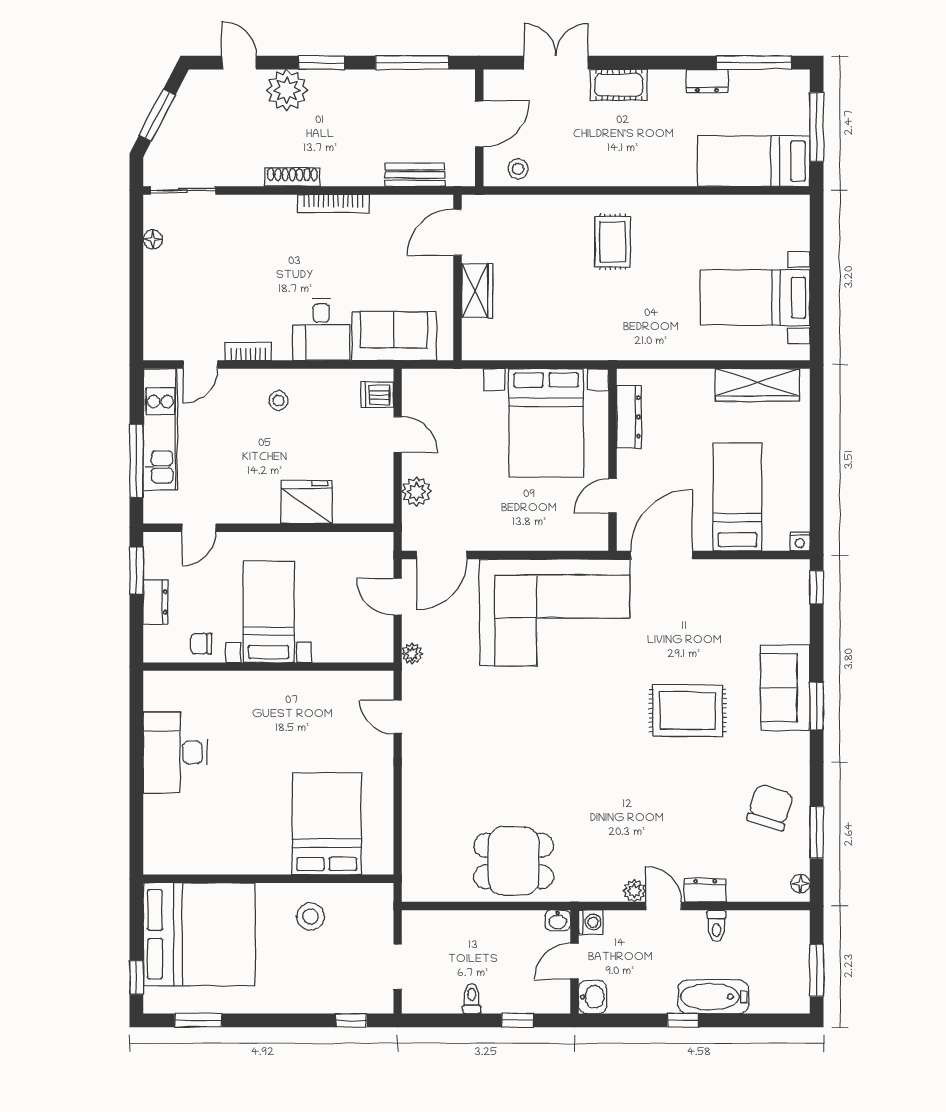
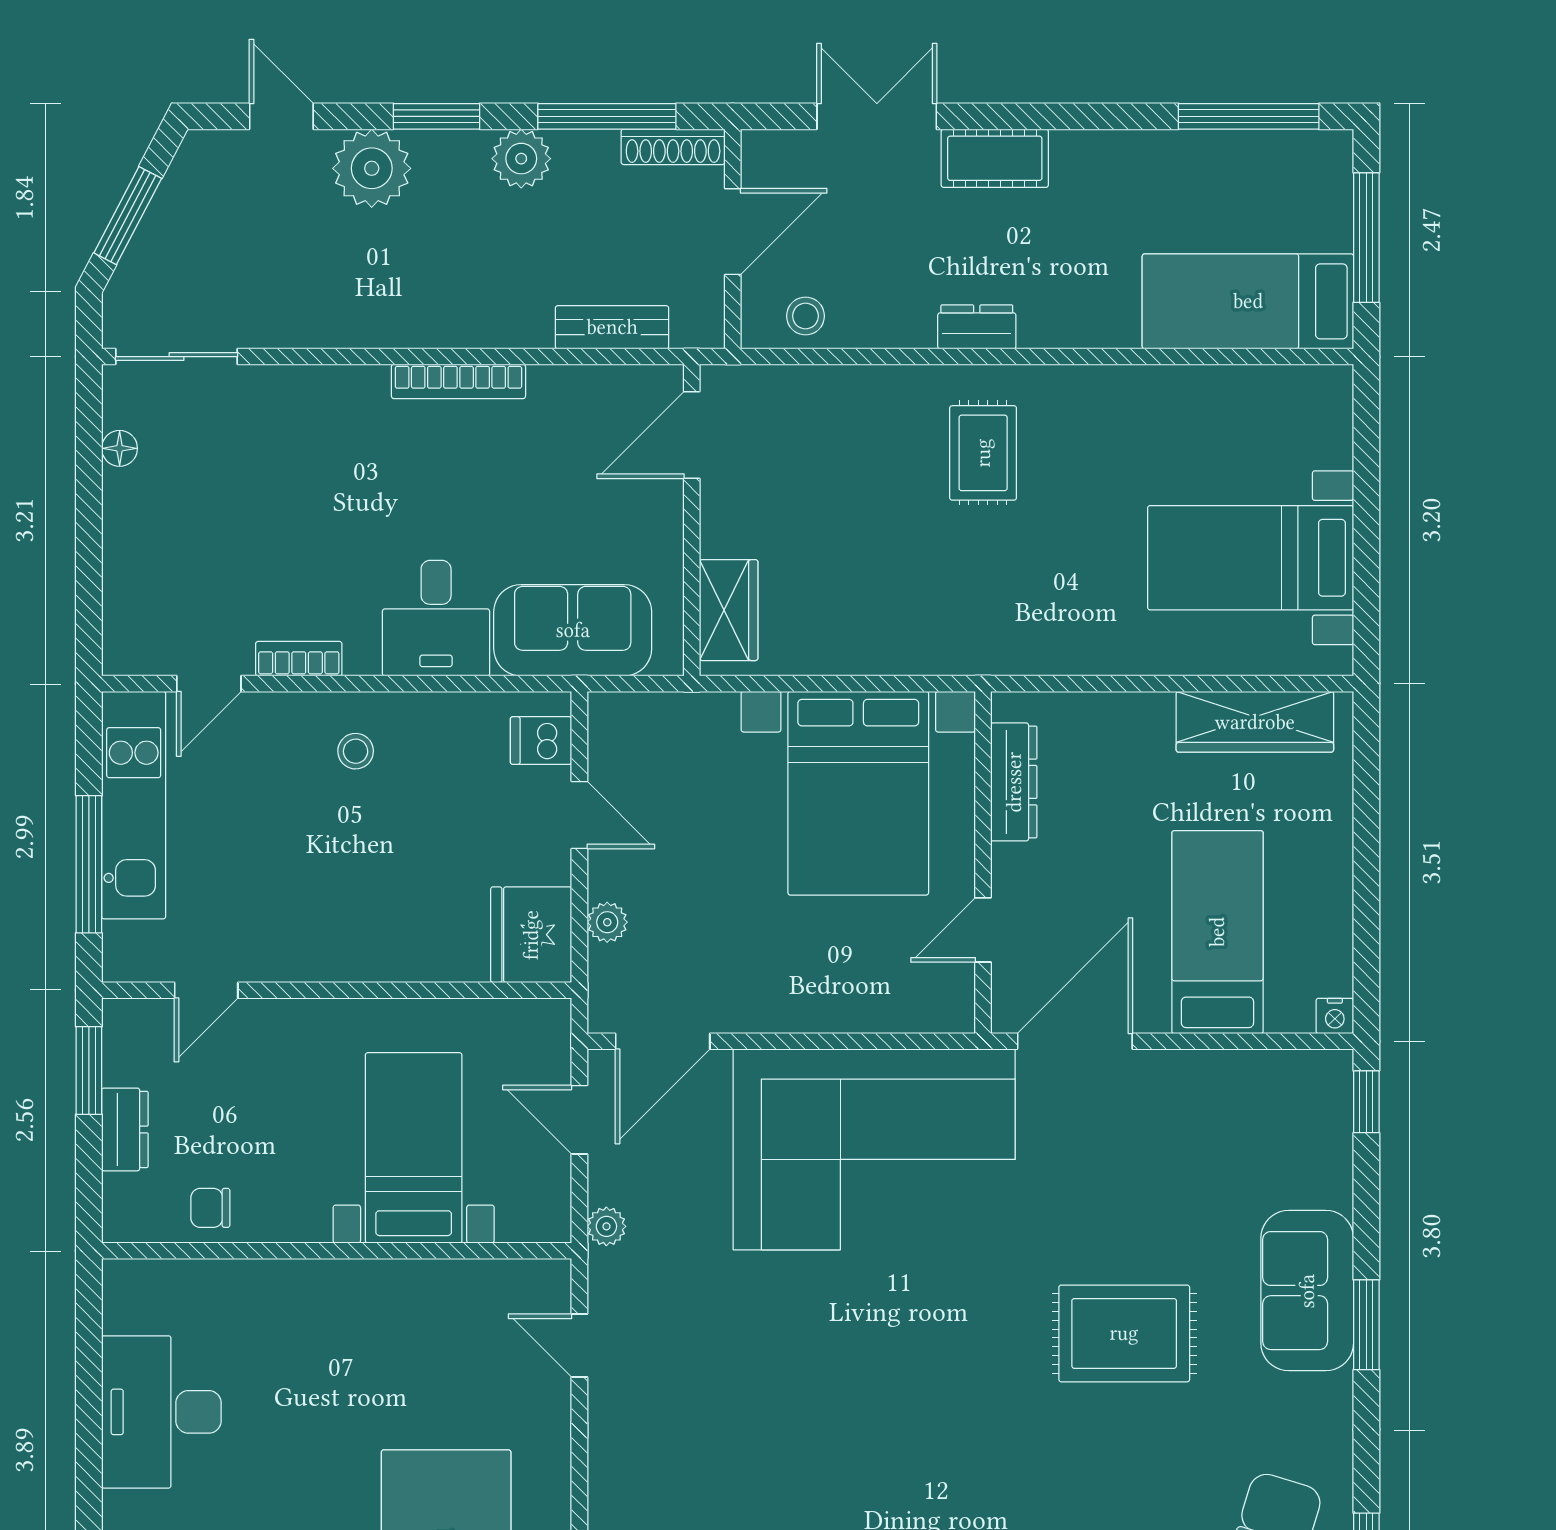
dresser: (707, 81) -> (977, 327), moved, turned 180
plant: (367, 85) -> (521, 159), added
shoe rack: (292, 177) -> (673, 147), moved, turned 180
wardrobe: (477, 291) -> (729, 610), moved
plant: (416, 492) -> (607, 922), width x0.73, depth x0.73
fridge: (307, 502) -> (531, 935), moved, turned -90
bed with nightstands: (269, 612) -> (414, 1148), moved

